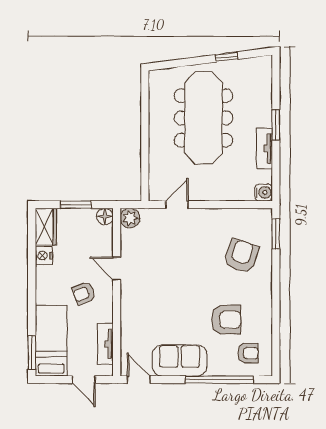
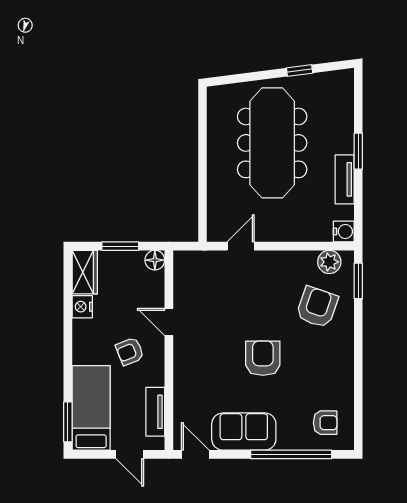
plant: (130, 218) -> (329, 262), moved
armchair: (226, 320) -> (263, 358), moved, turned -90

